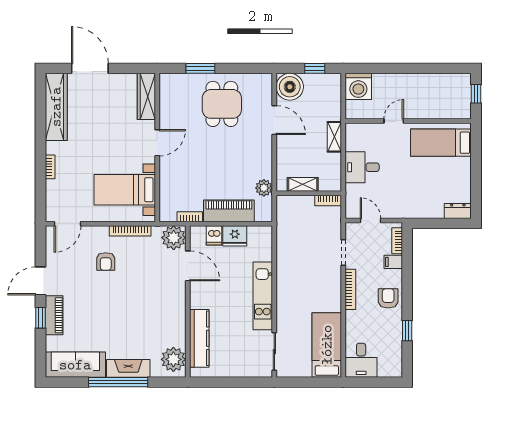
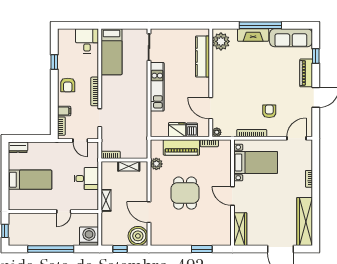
window: (412, 68) -> (51, 249), added
dining table: (222, 104) -> (185, 193), moved
door: (157, 143) -> (232, 196), hinge flipped
bed: (441, 143) -> (30, 180), moved
plant: (174, 238) -> (217, 132), width x0.53, depth x0.53
window: (40, 318) -> (316, 56), moved

